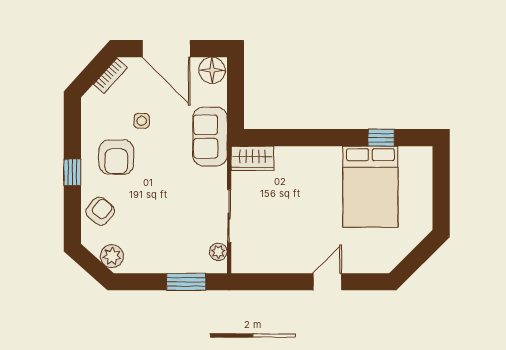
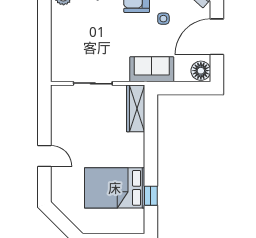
wardrobe: (252, 158) -> (136, 108), width x1.50
plant: (218, 252) -> (66, 75), removed
window: (186, 282) -> (44, 52), removed

